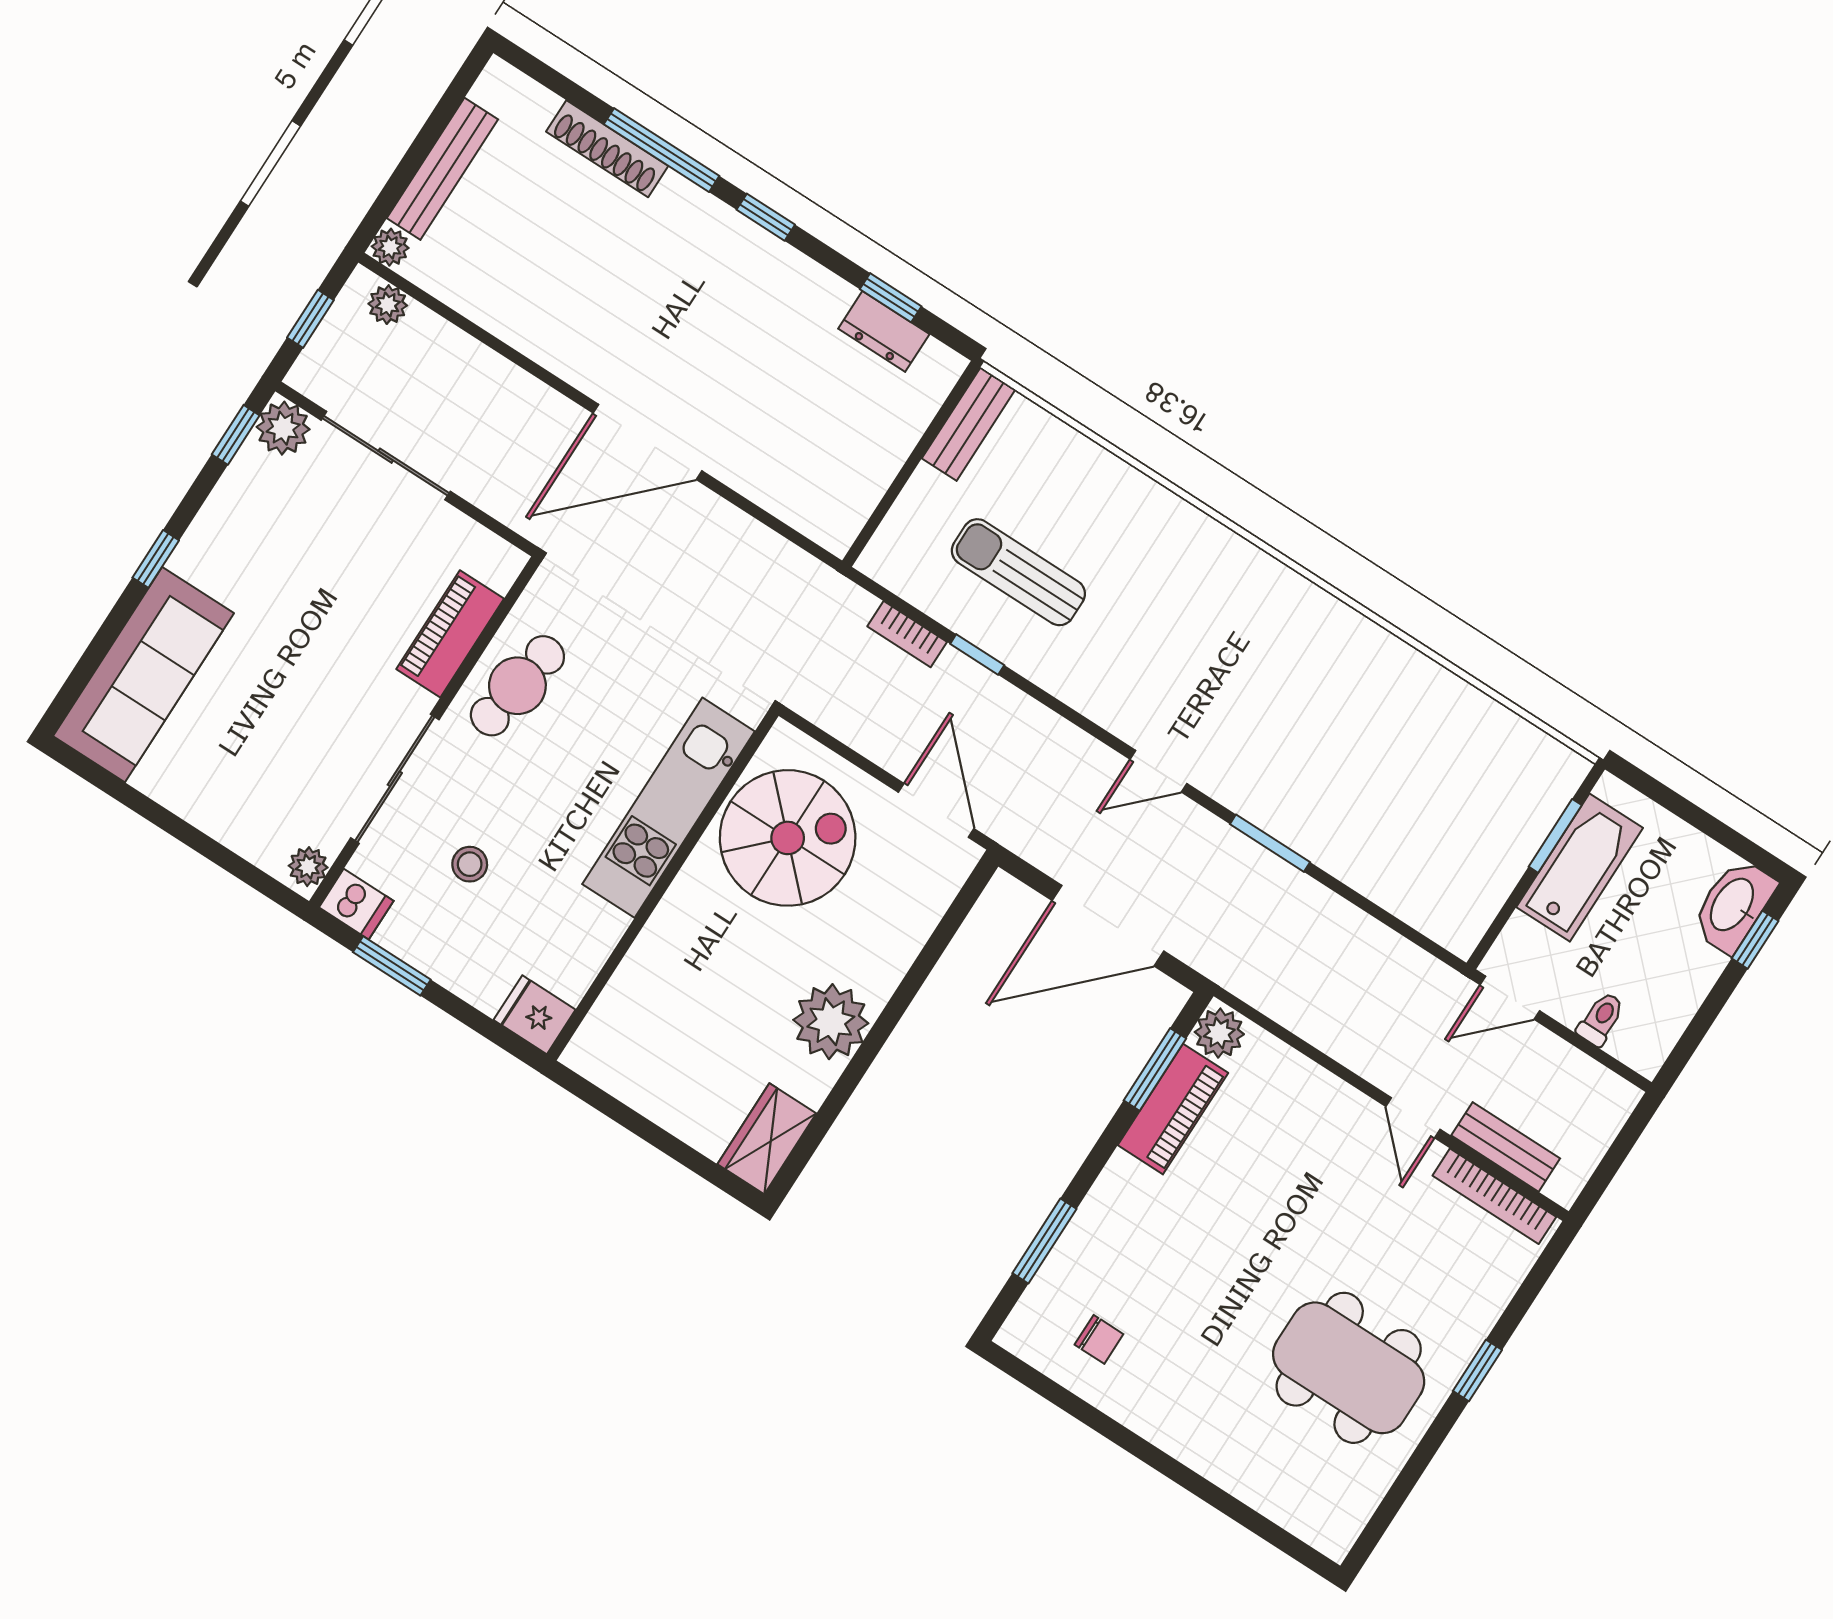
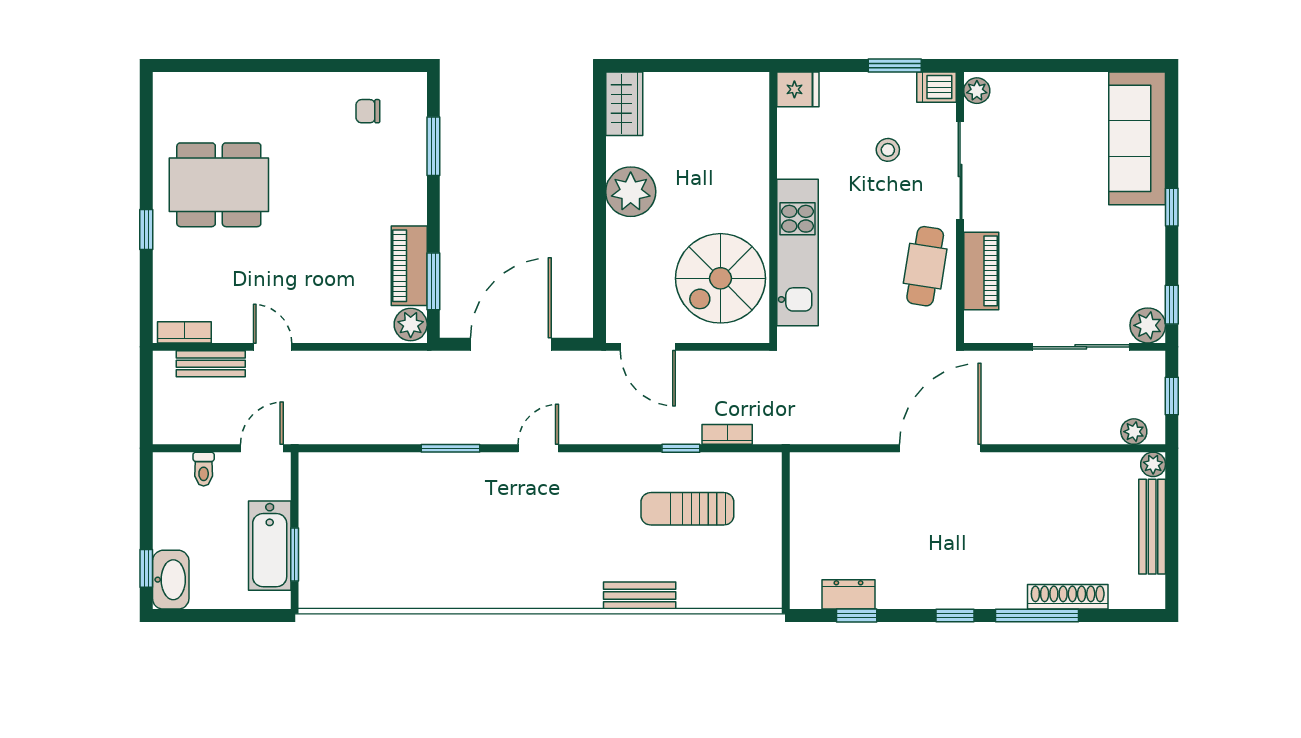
bench: (969, 424) -> (640, 595), moved, turned 90
sun lounger: (1018, 572) -> (687, 509), turned 180
bookcase: (1494, 1196) -> (184, 332), width x0.64

